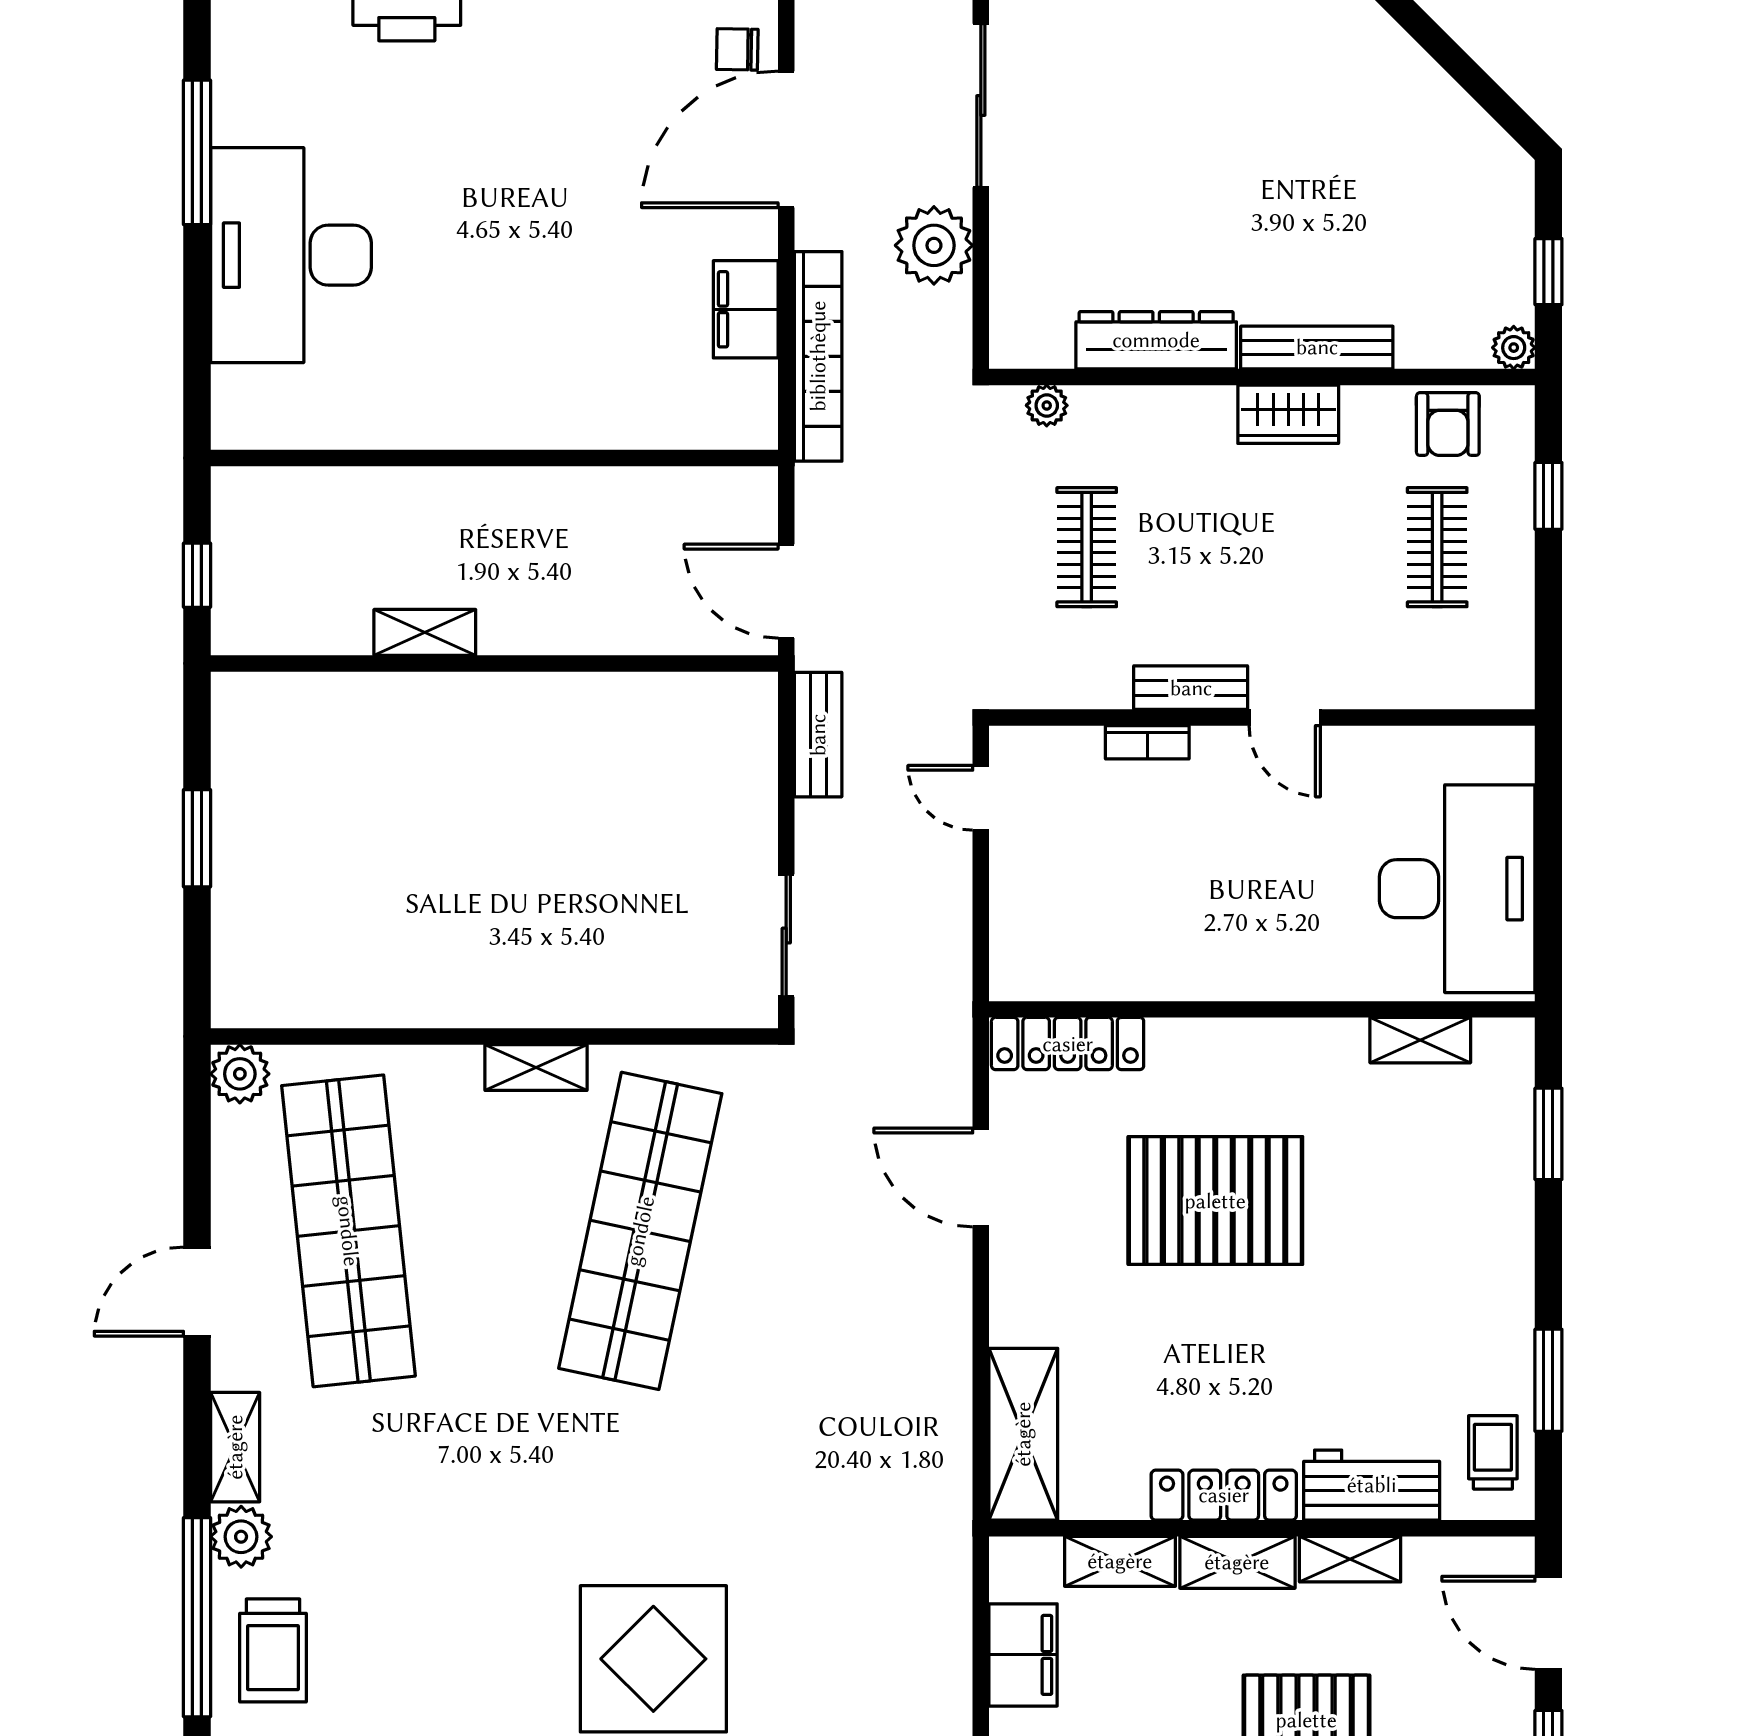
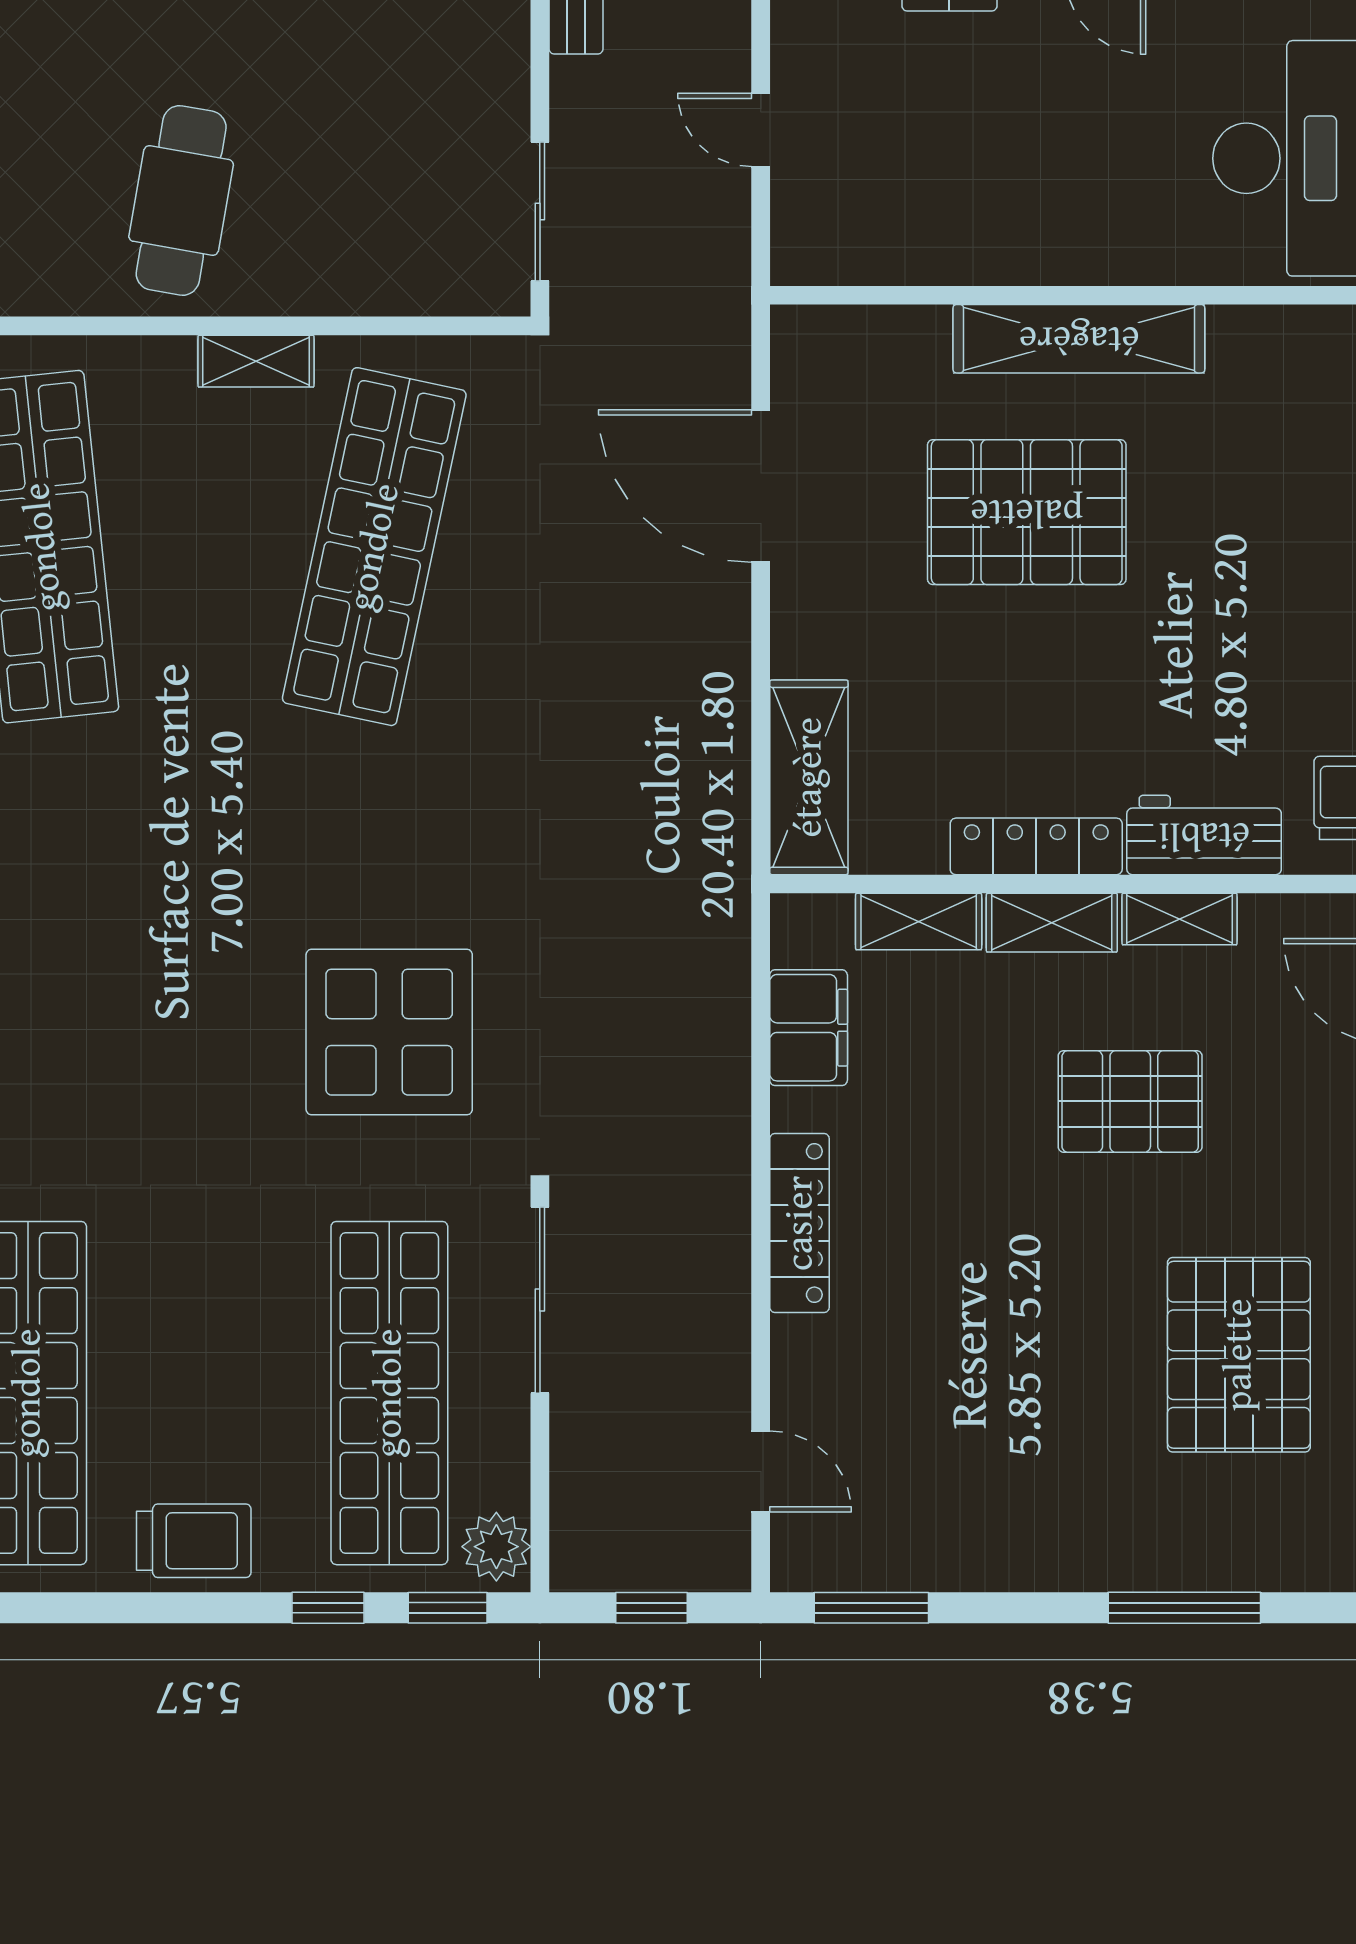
door: (981, 798) -> (761, 130), moved
cafe table: (470, 926) -> (181, 200), added
shelving: (1420, 1040) -> (1079, 339), moved, width x2.20, depth x1.33
locker: (1068, 1044) -> (859, 334), removed
door: (981, 1178) -> (761, 486), width x1.36

